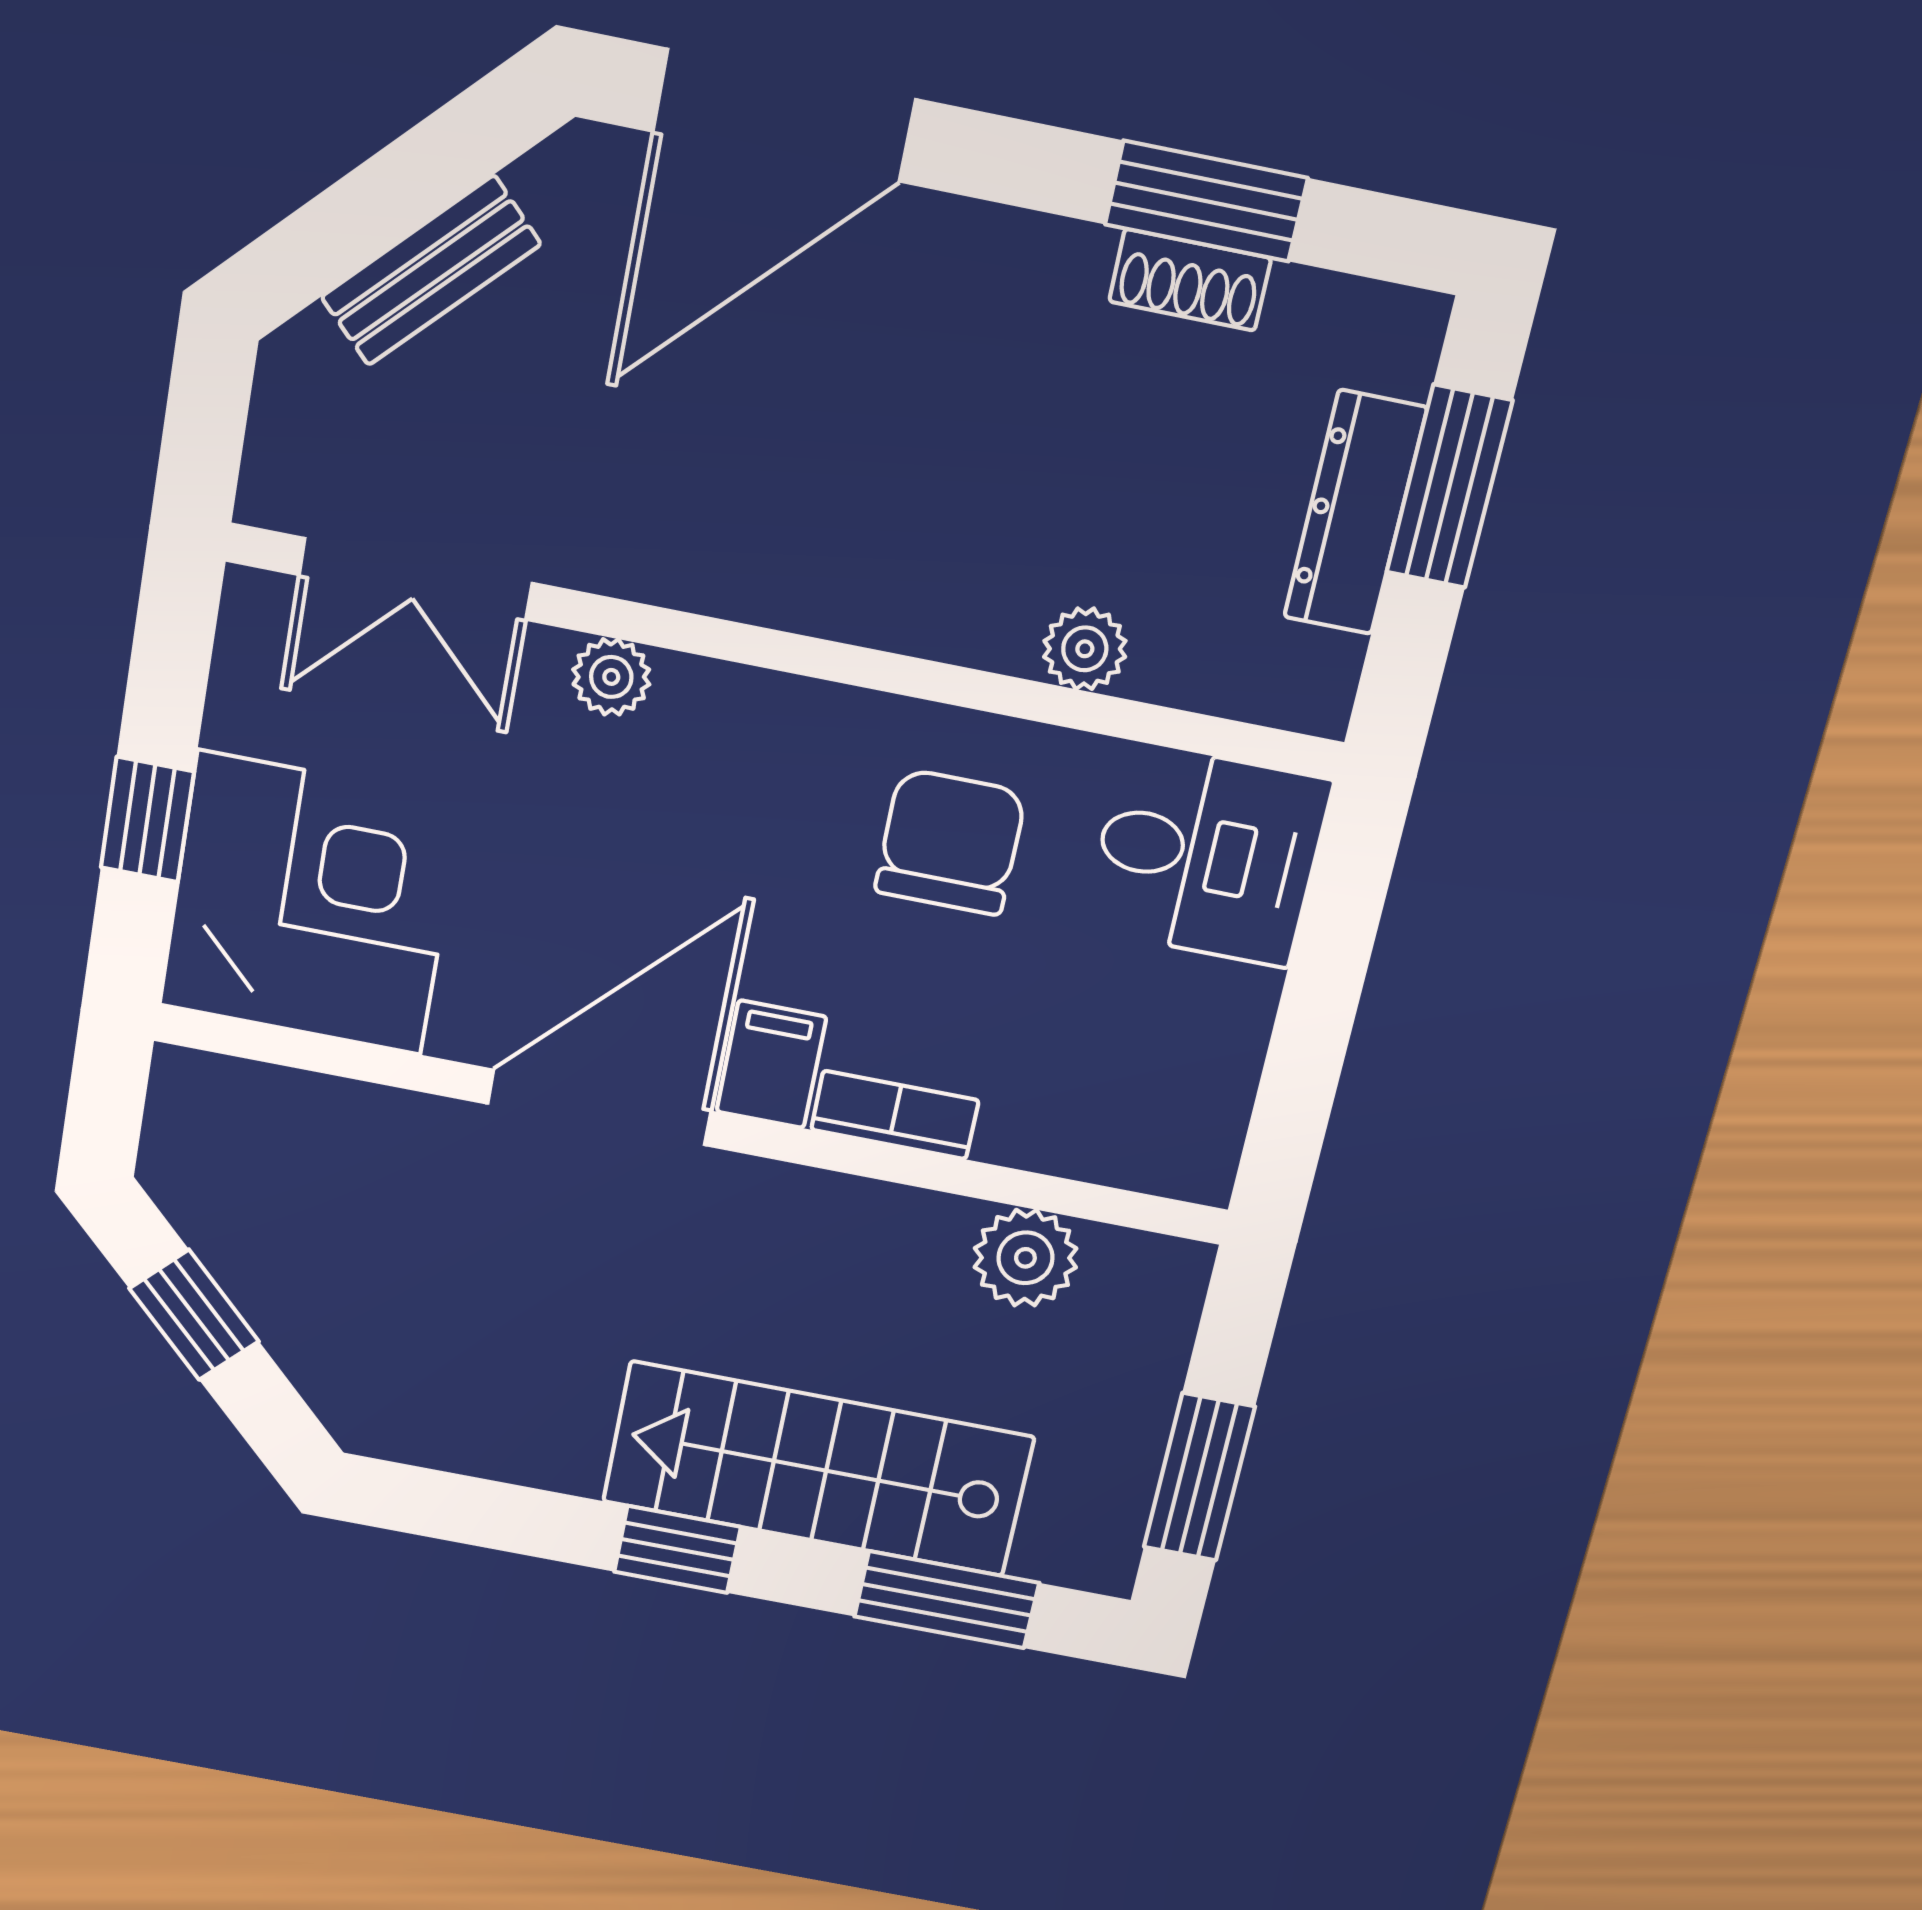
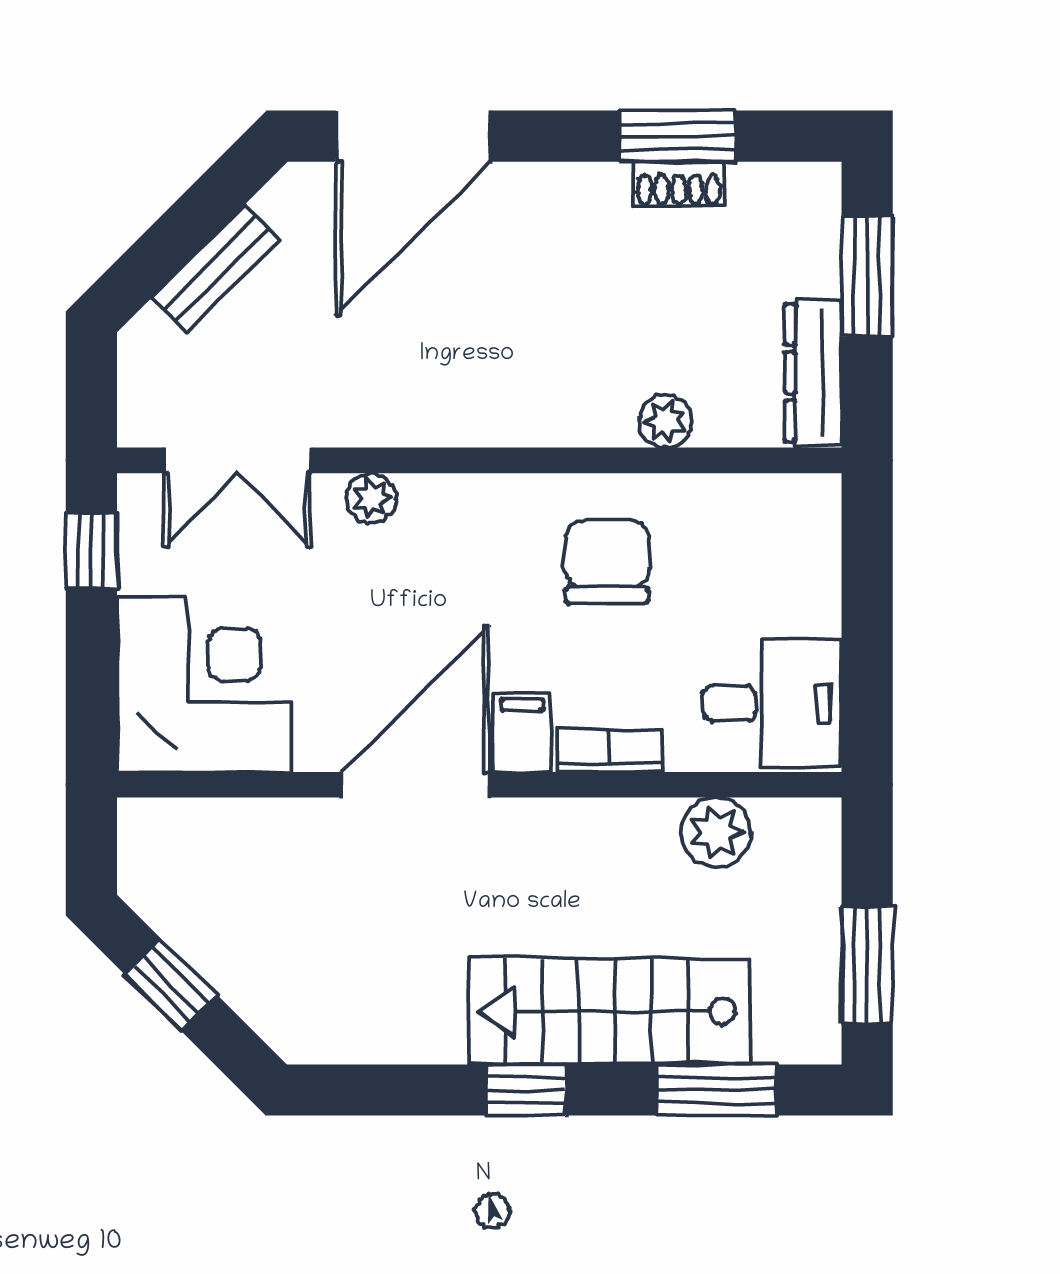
dresser: (1355, 513) -> (813, 373), moved
window: (147, 820) -> (91, 551), moved
desk: (1207, 855) -> (772, 704), moved

